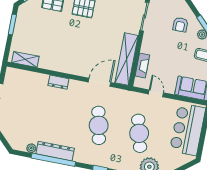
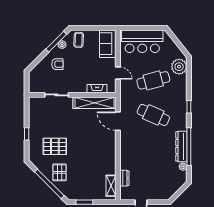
dresser: (58, 82) -> (124, 178), moved
door: (156, 93) -> (118, 73), swing flipped
cafe table: (99, 125) -> (153, 115), turned 36

